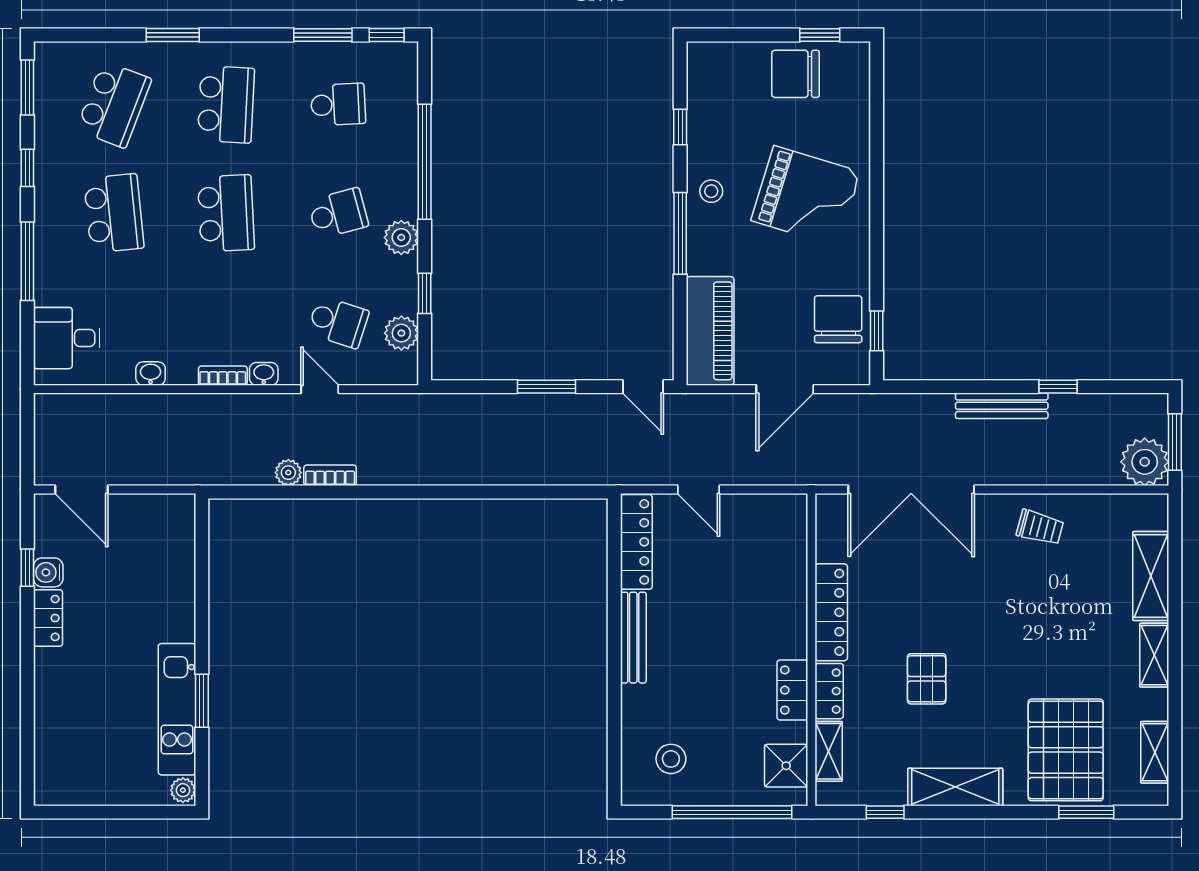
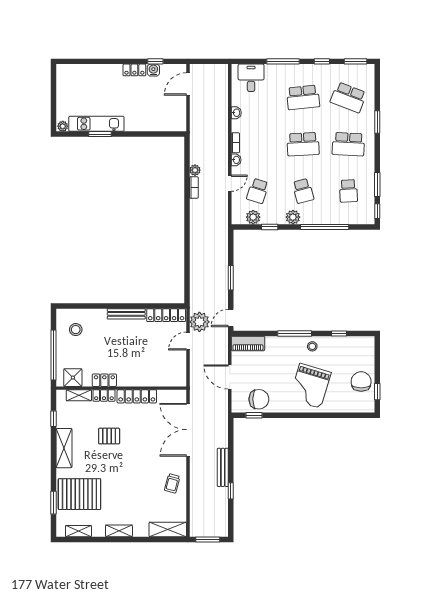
piano: (710, 331) -> (248, 343), width x0.73, depth x0.75
plant: (1145, 462) -> (199, 322), moved
shelving: (1151, 576) -> (168, 529), moved

